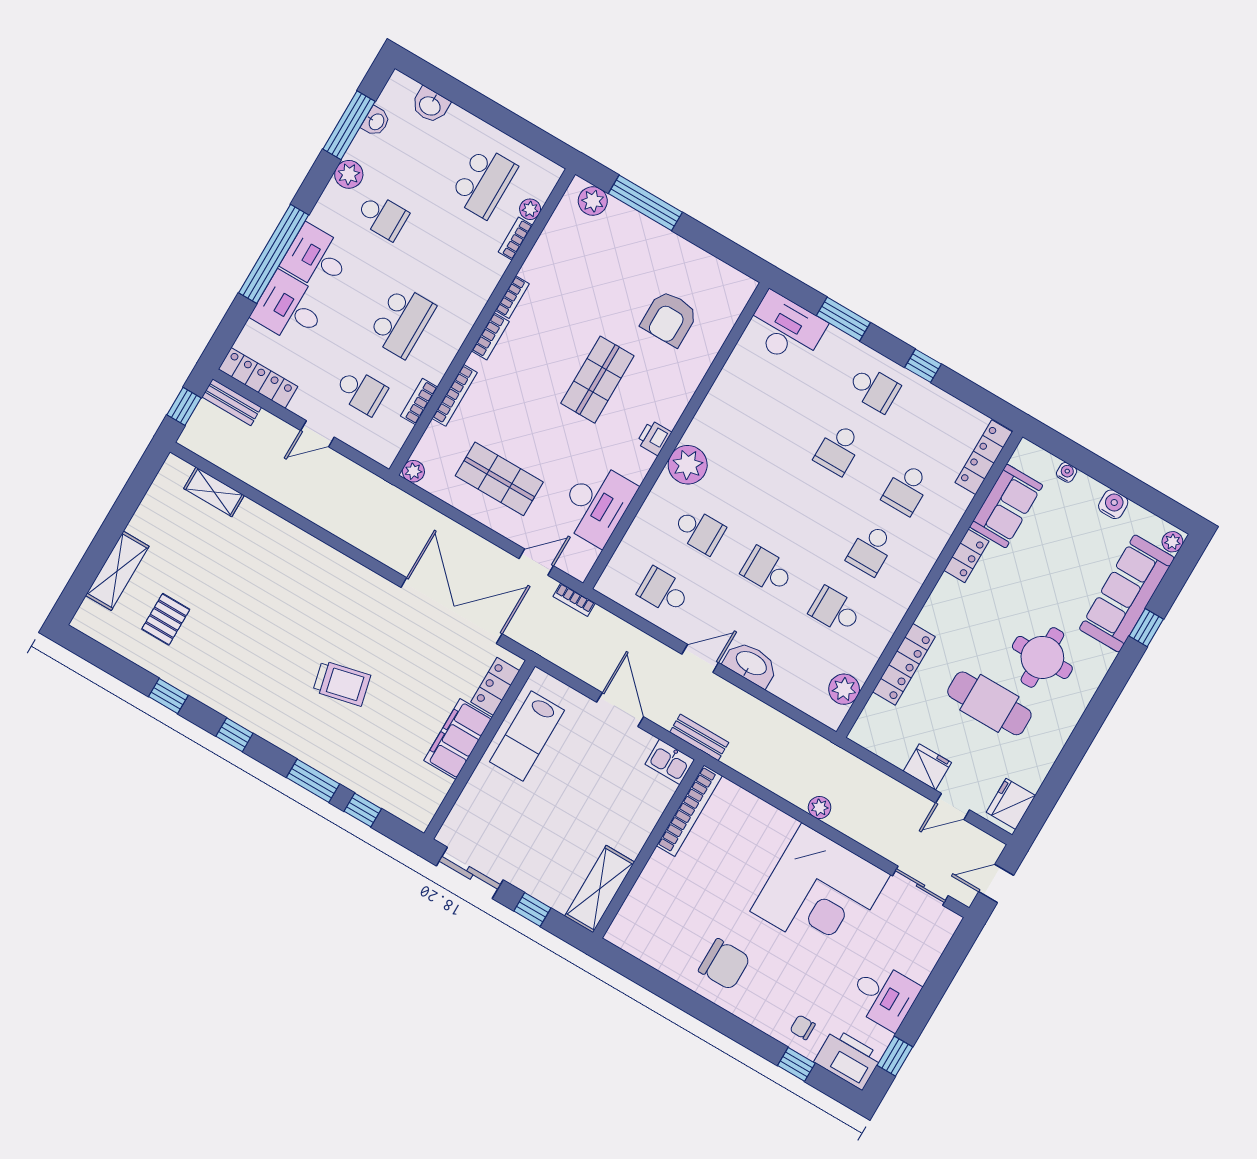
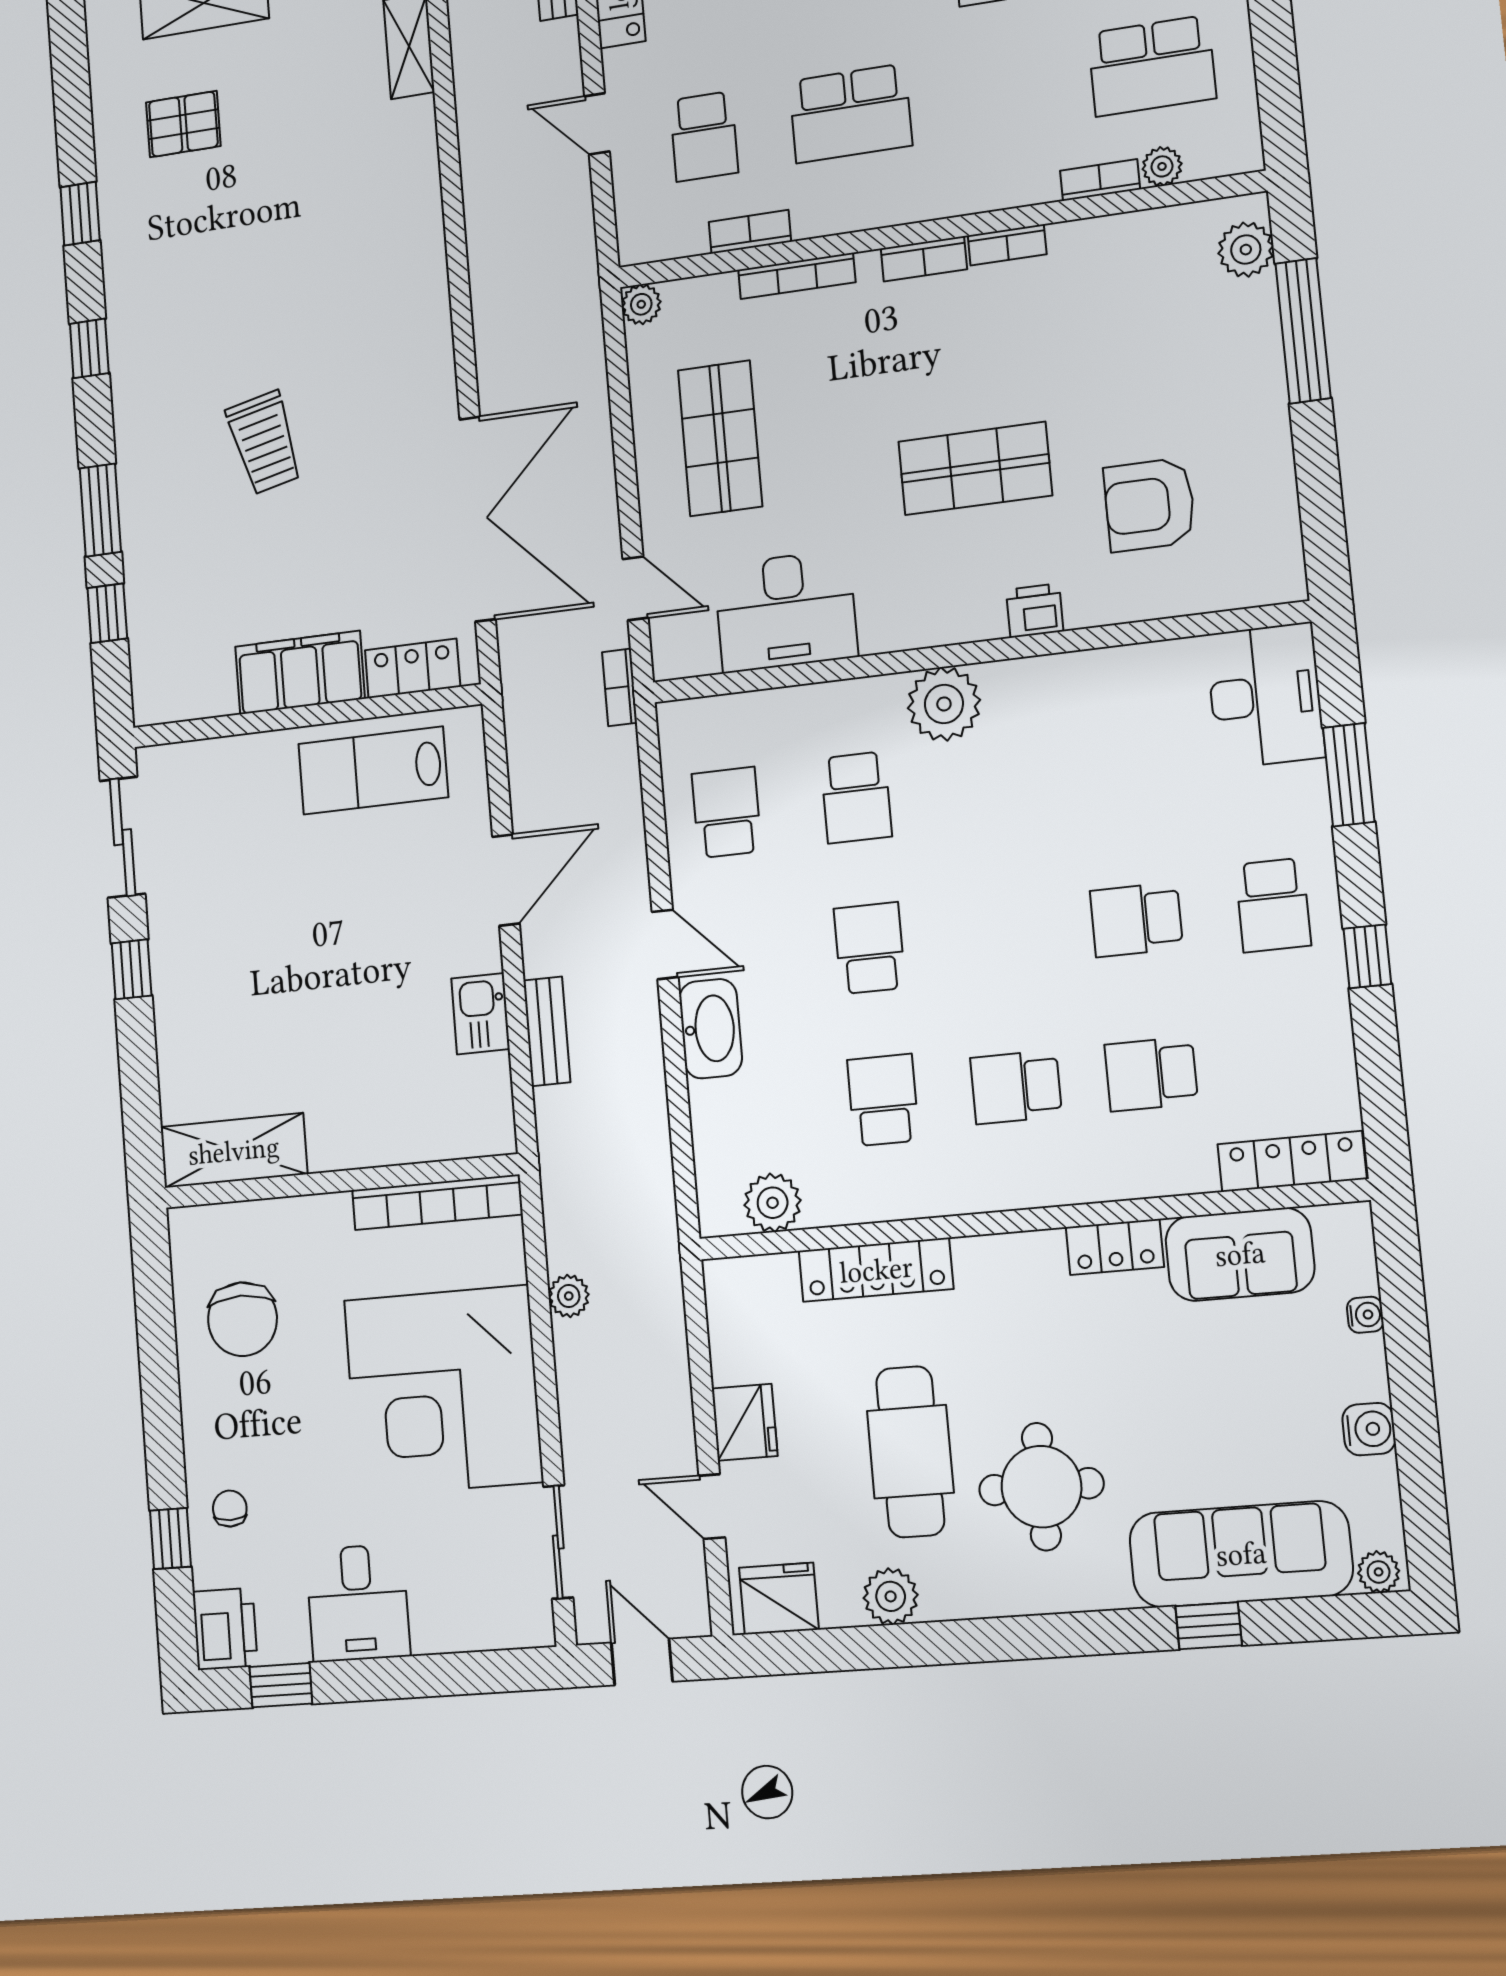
printer: (654, 438) -> (1035, 611), moved
plant: (1043, 754) -> (891, 1596), added
bookcase: (689, 811) -> (437, 1202), moved
wall: (648, 849) -> (340, 1181), moved
shelving: (600, 889) -> (234, 1151), moved
printer: (848, 1059) -> (225, 1629), width x0.73, depth x0.84

